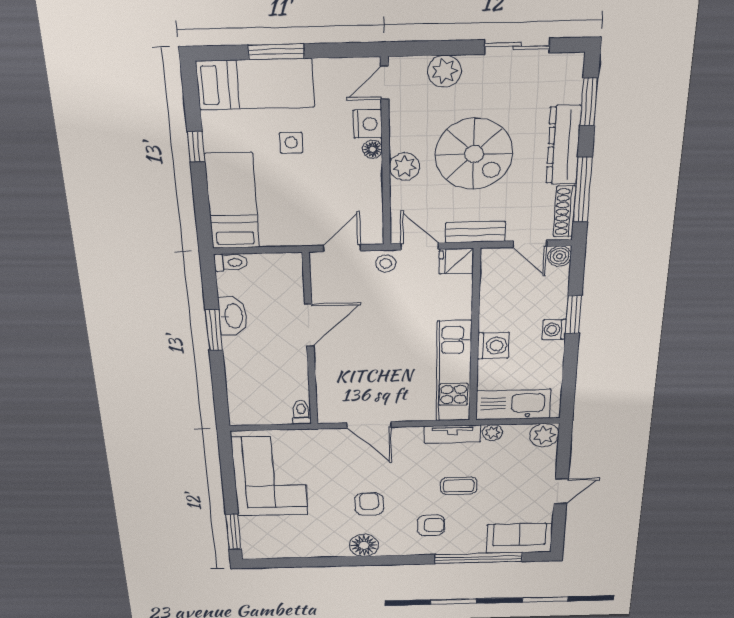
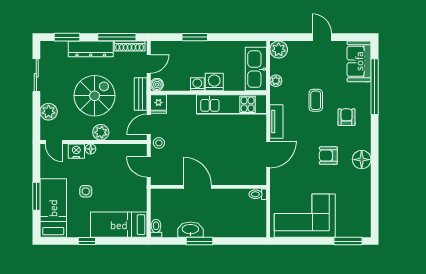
boiler: (559, 256) -> (157, 85), moved
washing machine: (554, 330) -> (197, 84), moved, turned 180
tv unit: (452, 434) -> (276, 121), moved

